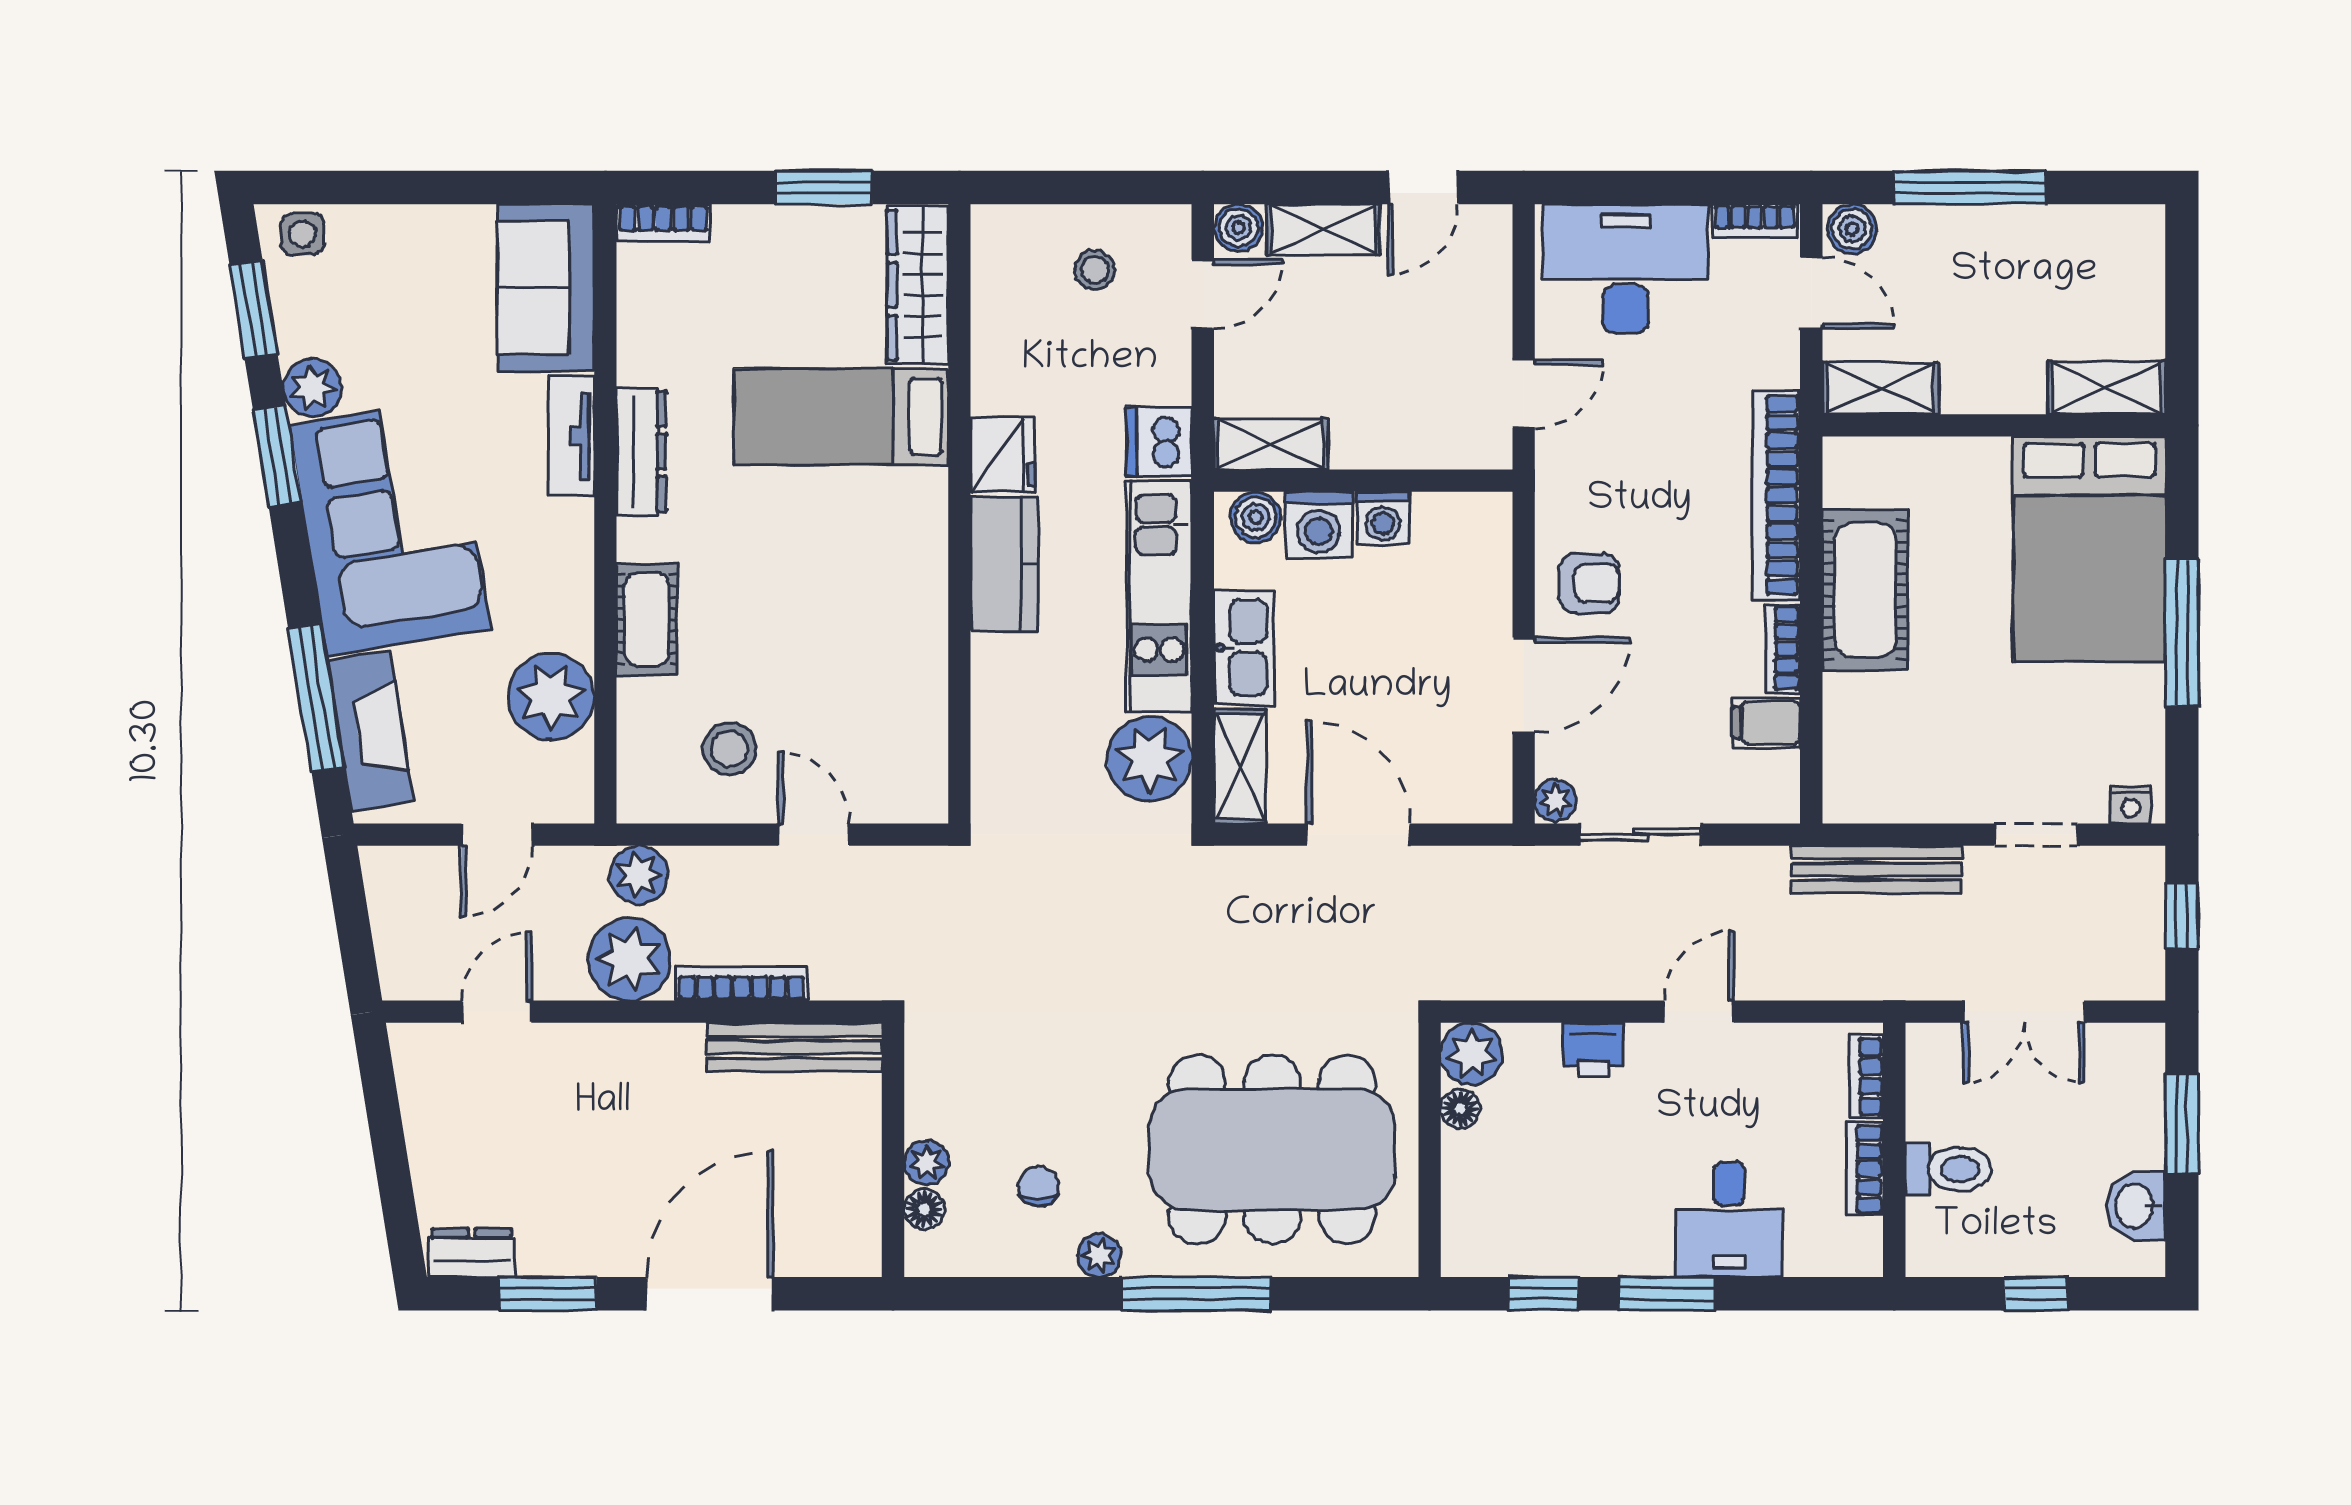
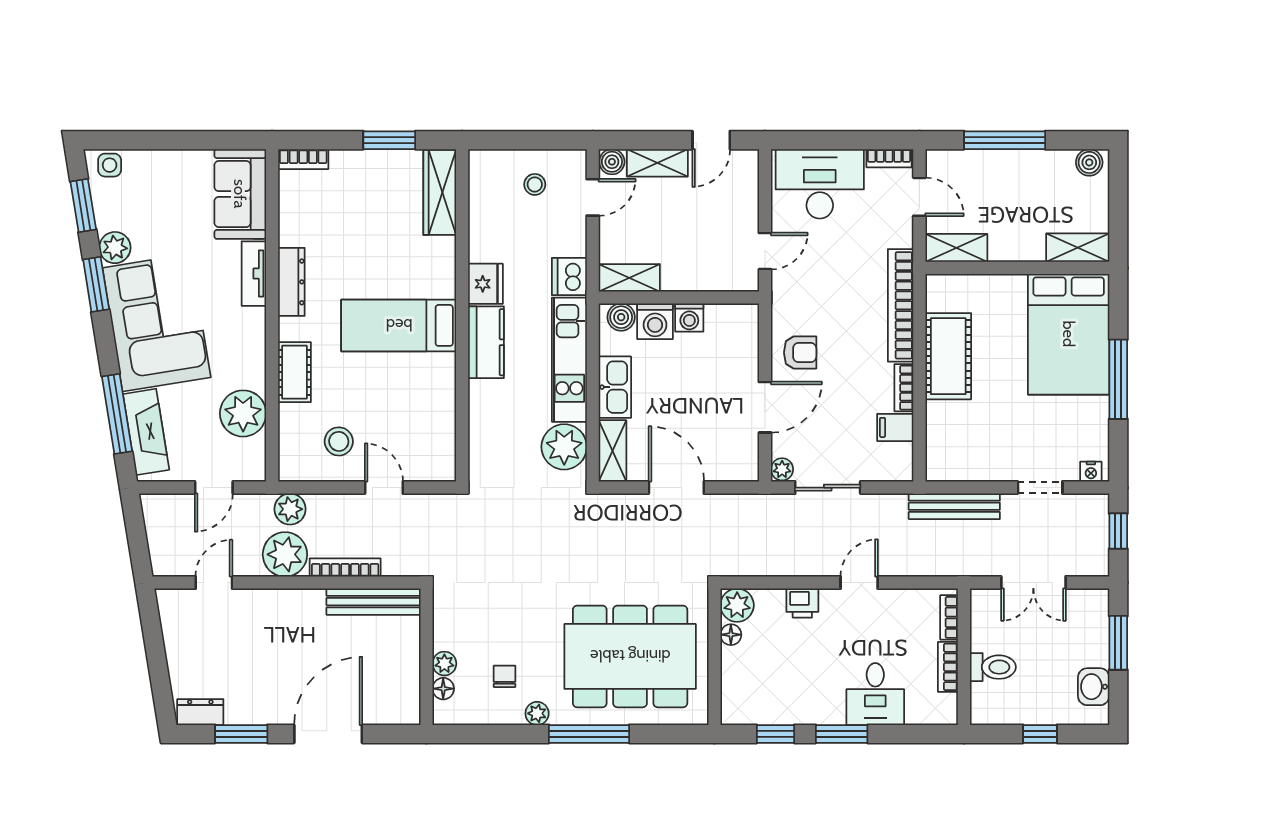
boiler: (1852, 229) -> (1089, 162), moved
bed: (841, 417) -> (399, 325), moved

